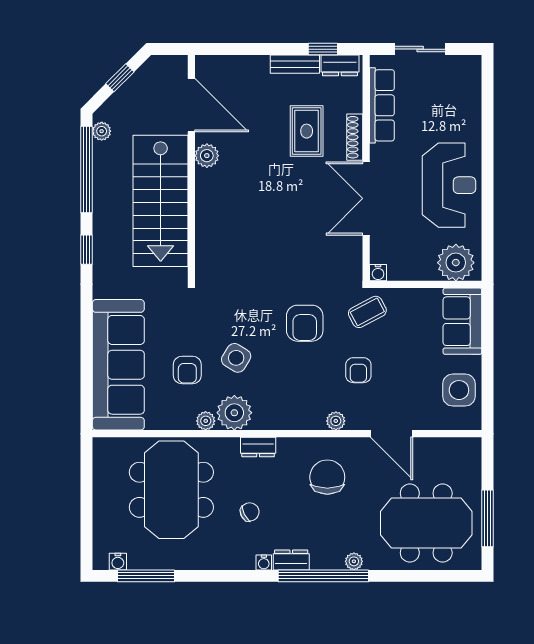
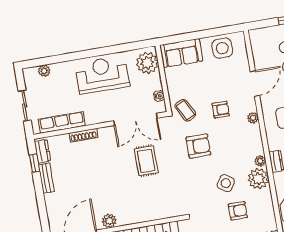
plant: (472, 91) -> (44, 71), added
rug: (307, 131) -> (146, 161), moved, turned 90
double door: (366, 198) -> (135, 119), moved
water cooler: (378, 273) -> (159, 96), moved
plant: (206, 421) -> (260, 161), moved

